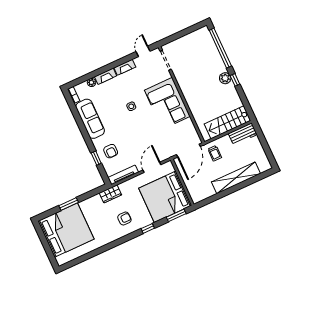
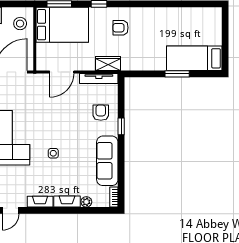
window: (96, 158) -> (121, 126), moved
stool: (198, 188) -> (20, 24), added
wardrobe: (110, 194) -> (108, 64), moved
bed: (165, 197) -> (62, 25), width x0.73
bed: (66, 230) -> (194, 58), width x0.49

